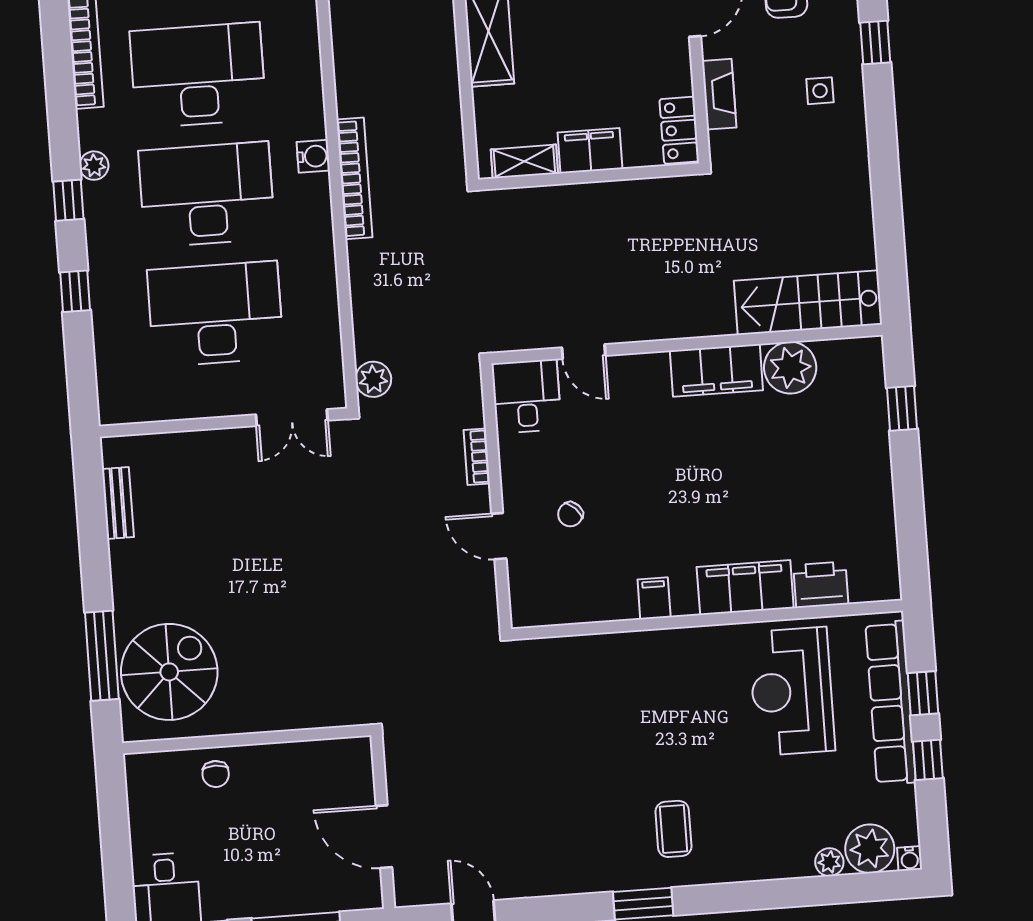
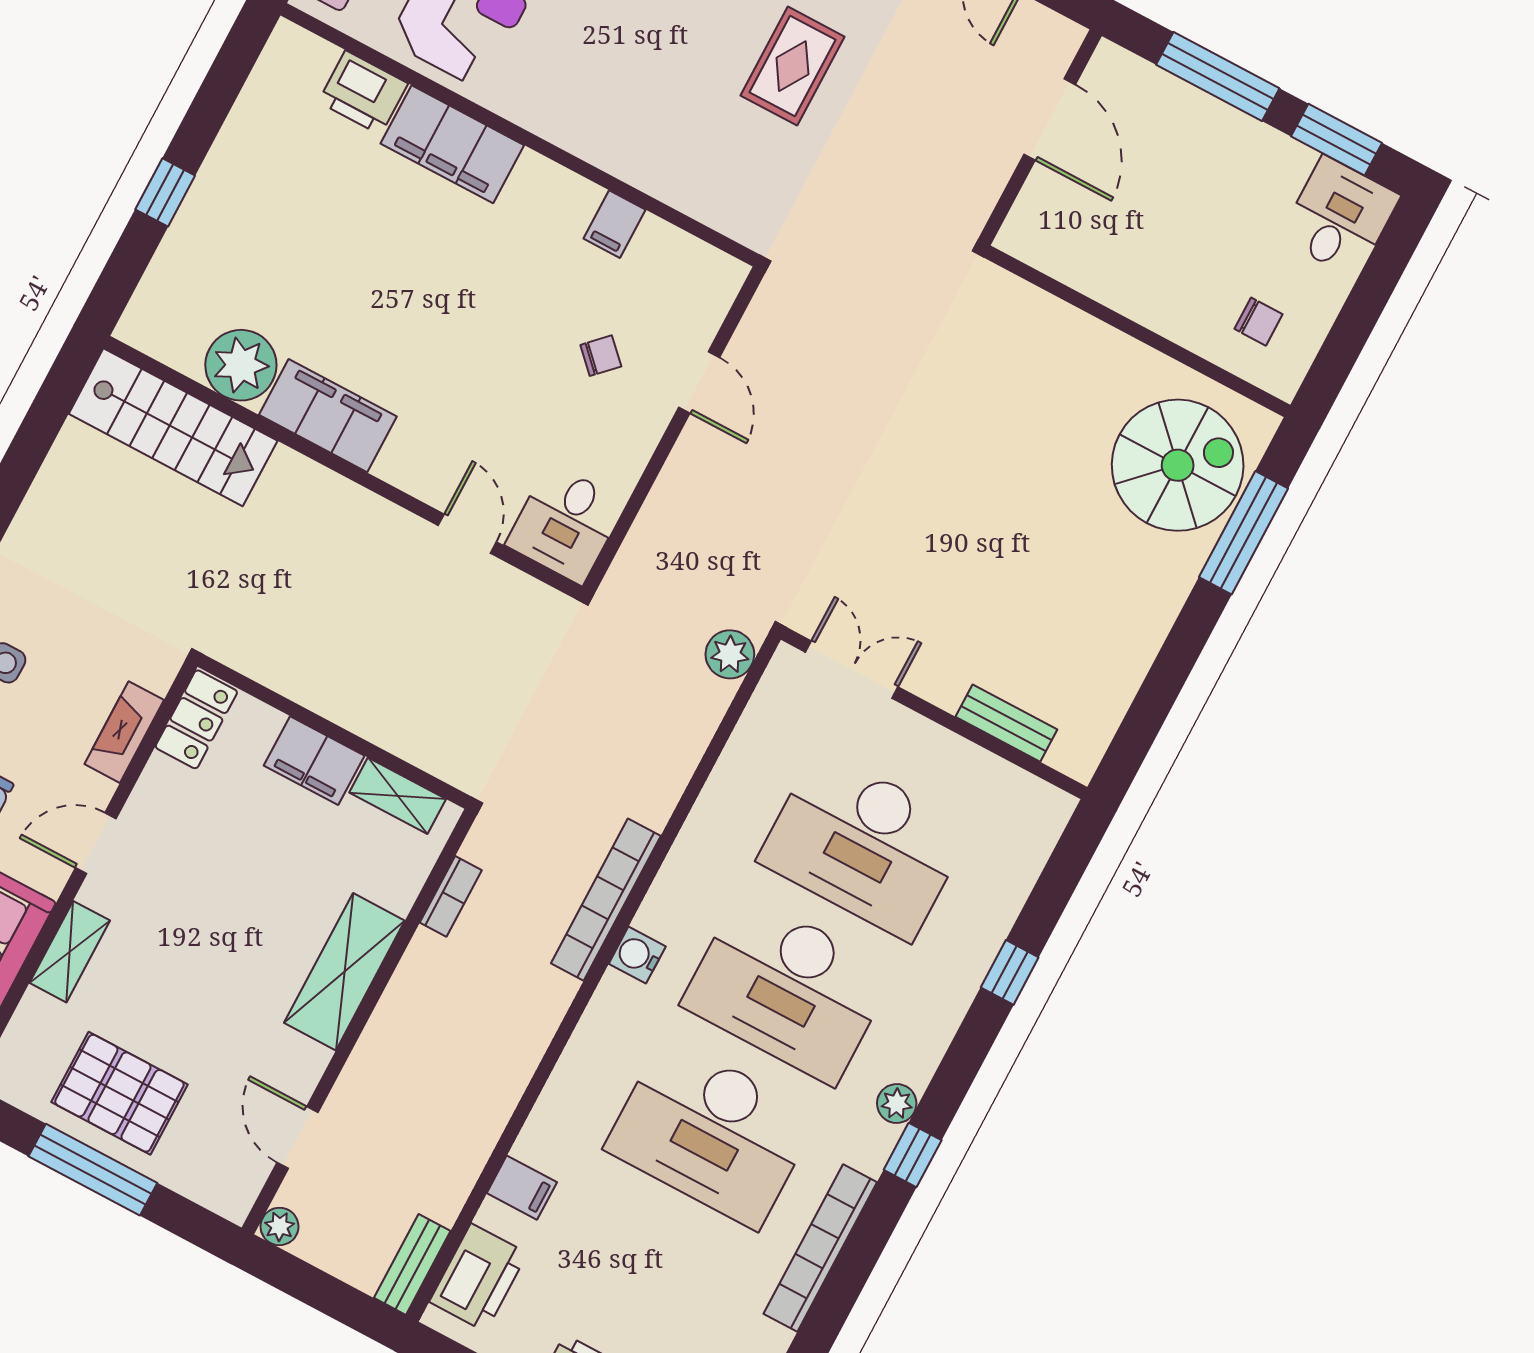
window: (68, 200) -> (913, 1155), moved
window: (902, 408) -> (165, 192), moved
bookcase: (477, 457) -> (451, 896), moved
bench: (118, 503) -> (1006, 723), moved, turned 90
filing cabinet: (654, 598) -> (614, 224), moved
spiral stairs: (169, 672) -> (1178, 465), turned 180
rug: (565, 769) -> (792, 66), added
chair: (216, 774) -> (1259, 322), moved, turned 90

